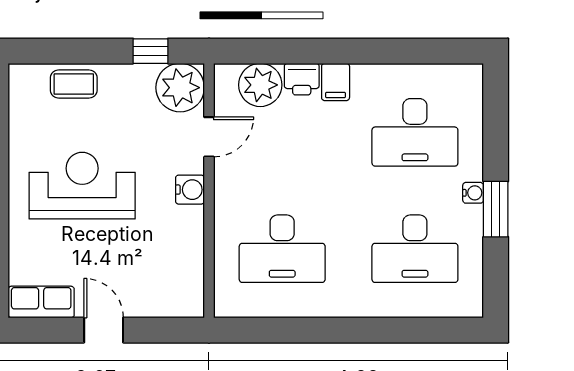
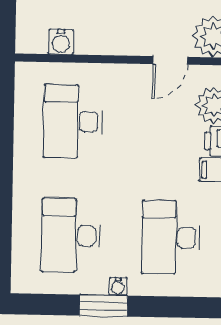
door: (209, 137) -> (170, 60), hinge flipped
water cooler: (190, 190) -> (61, 42), moved

